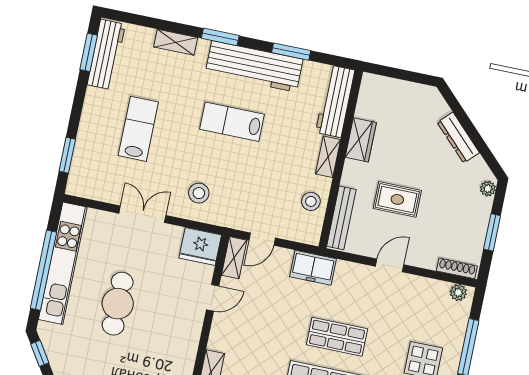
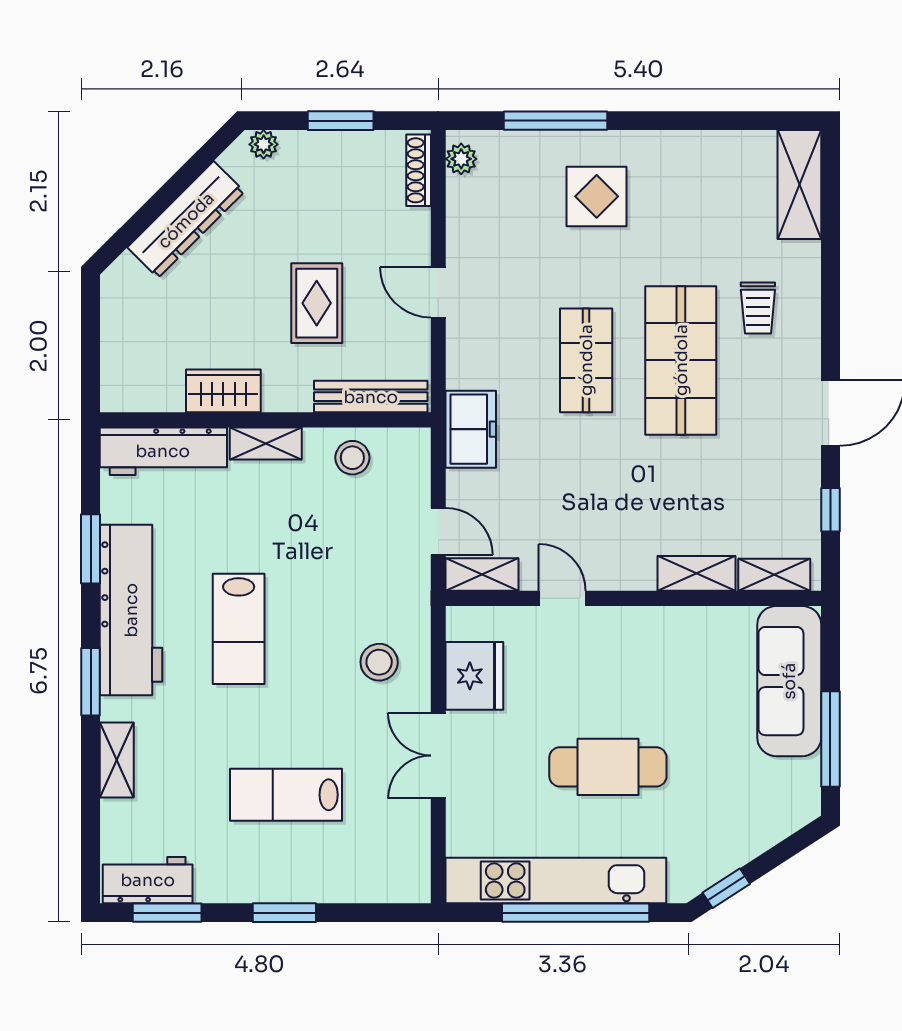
workbench: (106, 54) -> (148, 880), width x0.73
dresser: (458, 138) -> (186, 220), width x1.37, depth x1.24
window: (67, 155) -> (284, 913), moved
fridge: (200, 246) -> (474, 676), moved

